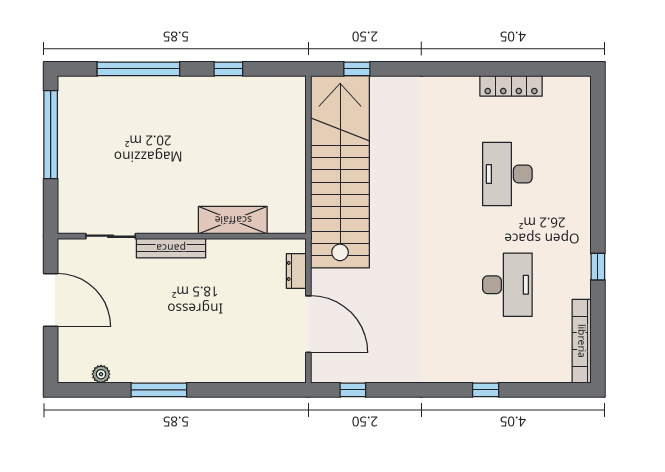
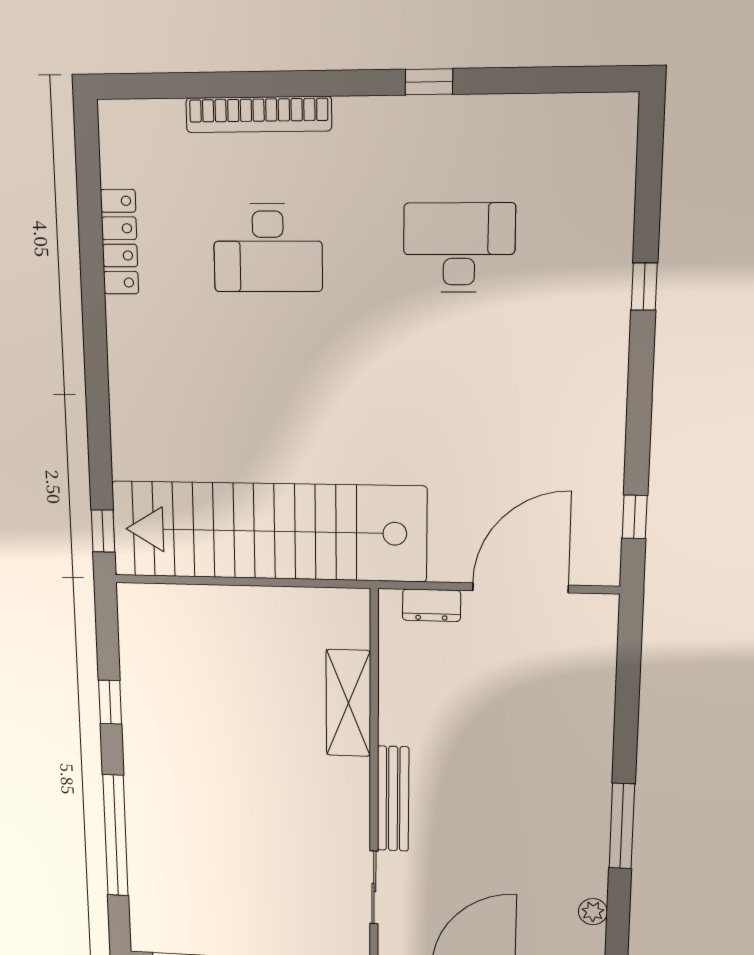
window: (357, 69) -> (103, 531), moved
bookcase: (582, 341) -> (259, 114), moved

